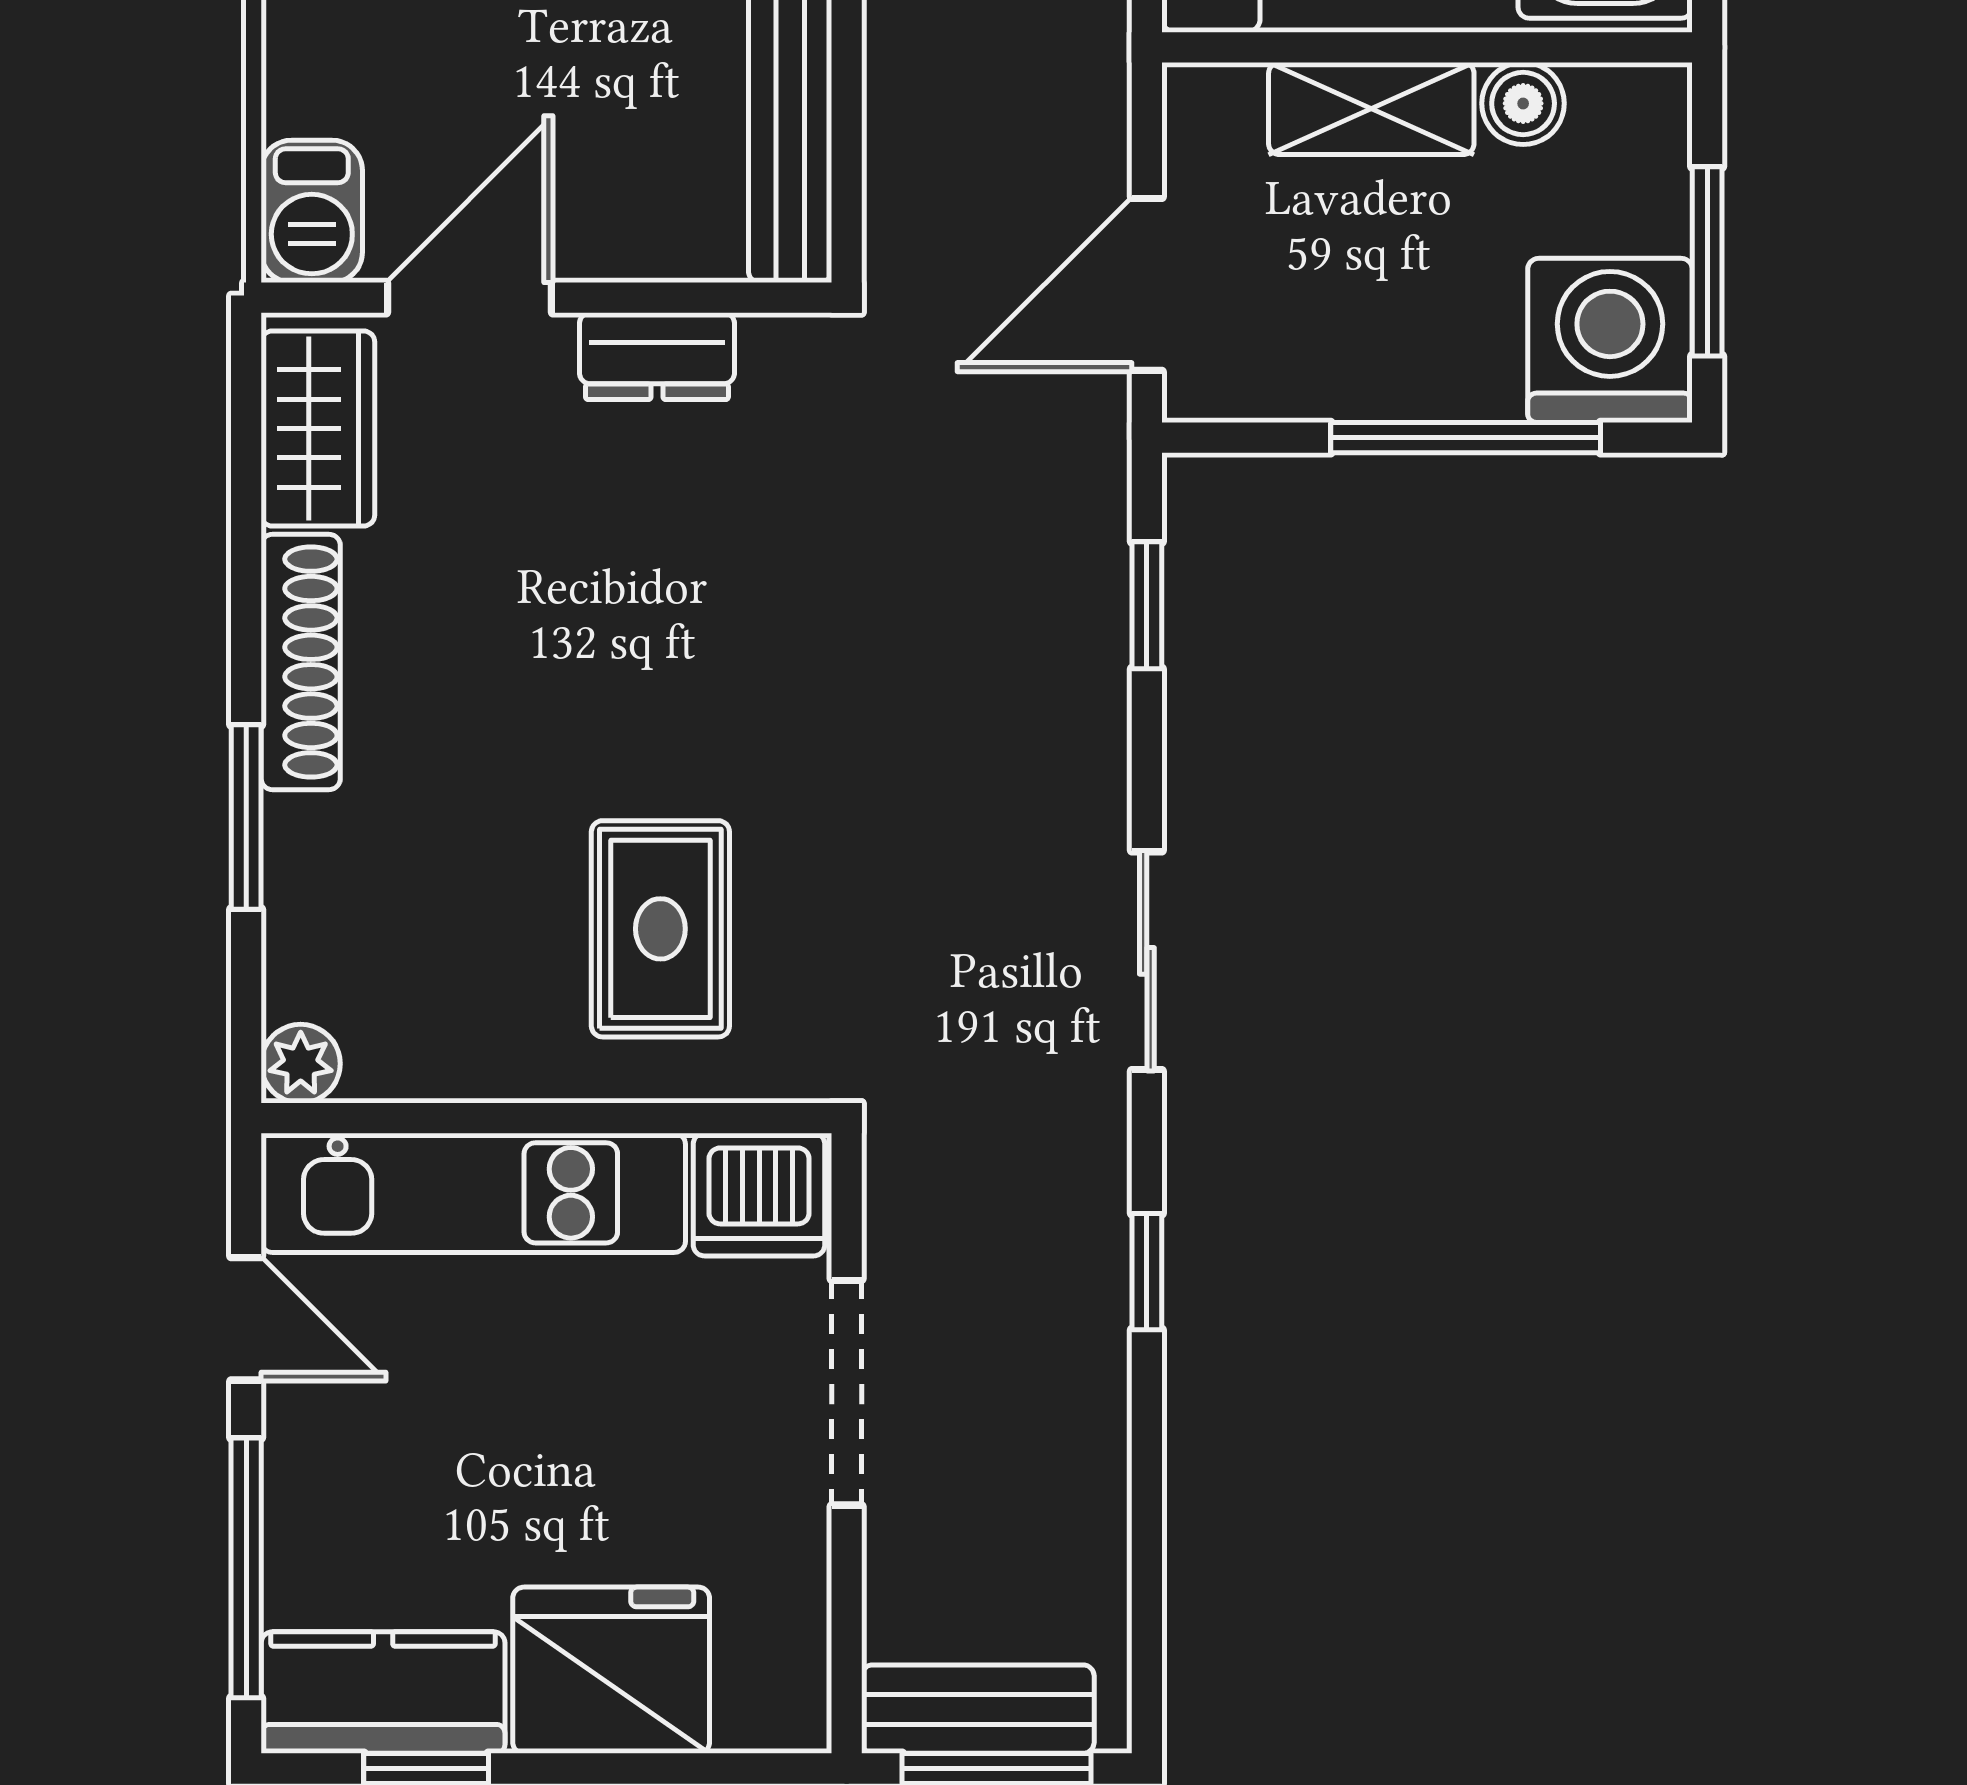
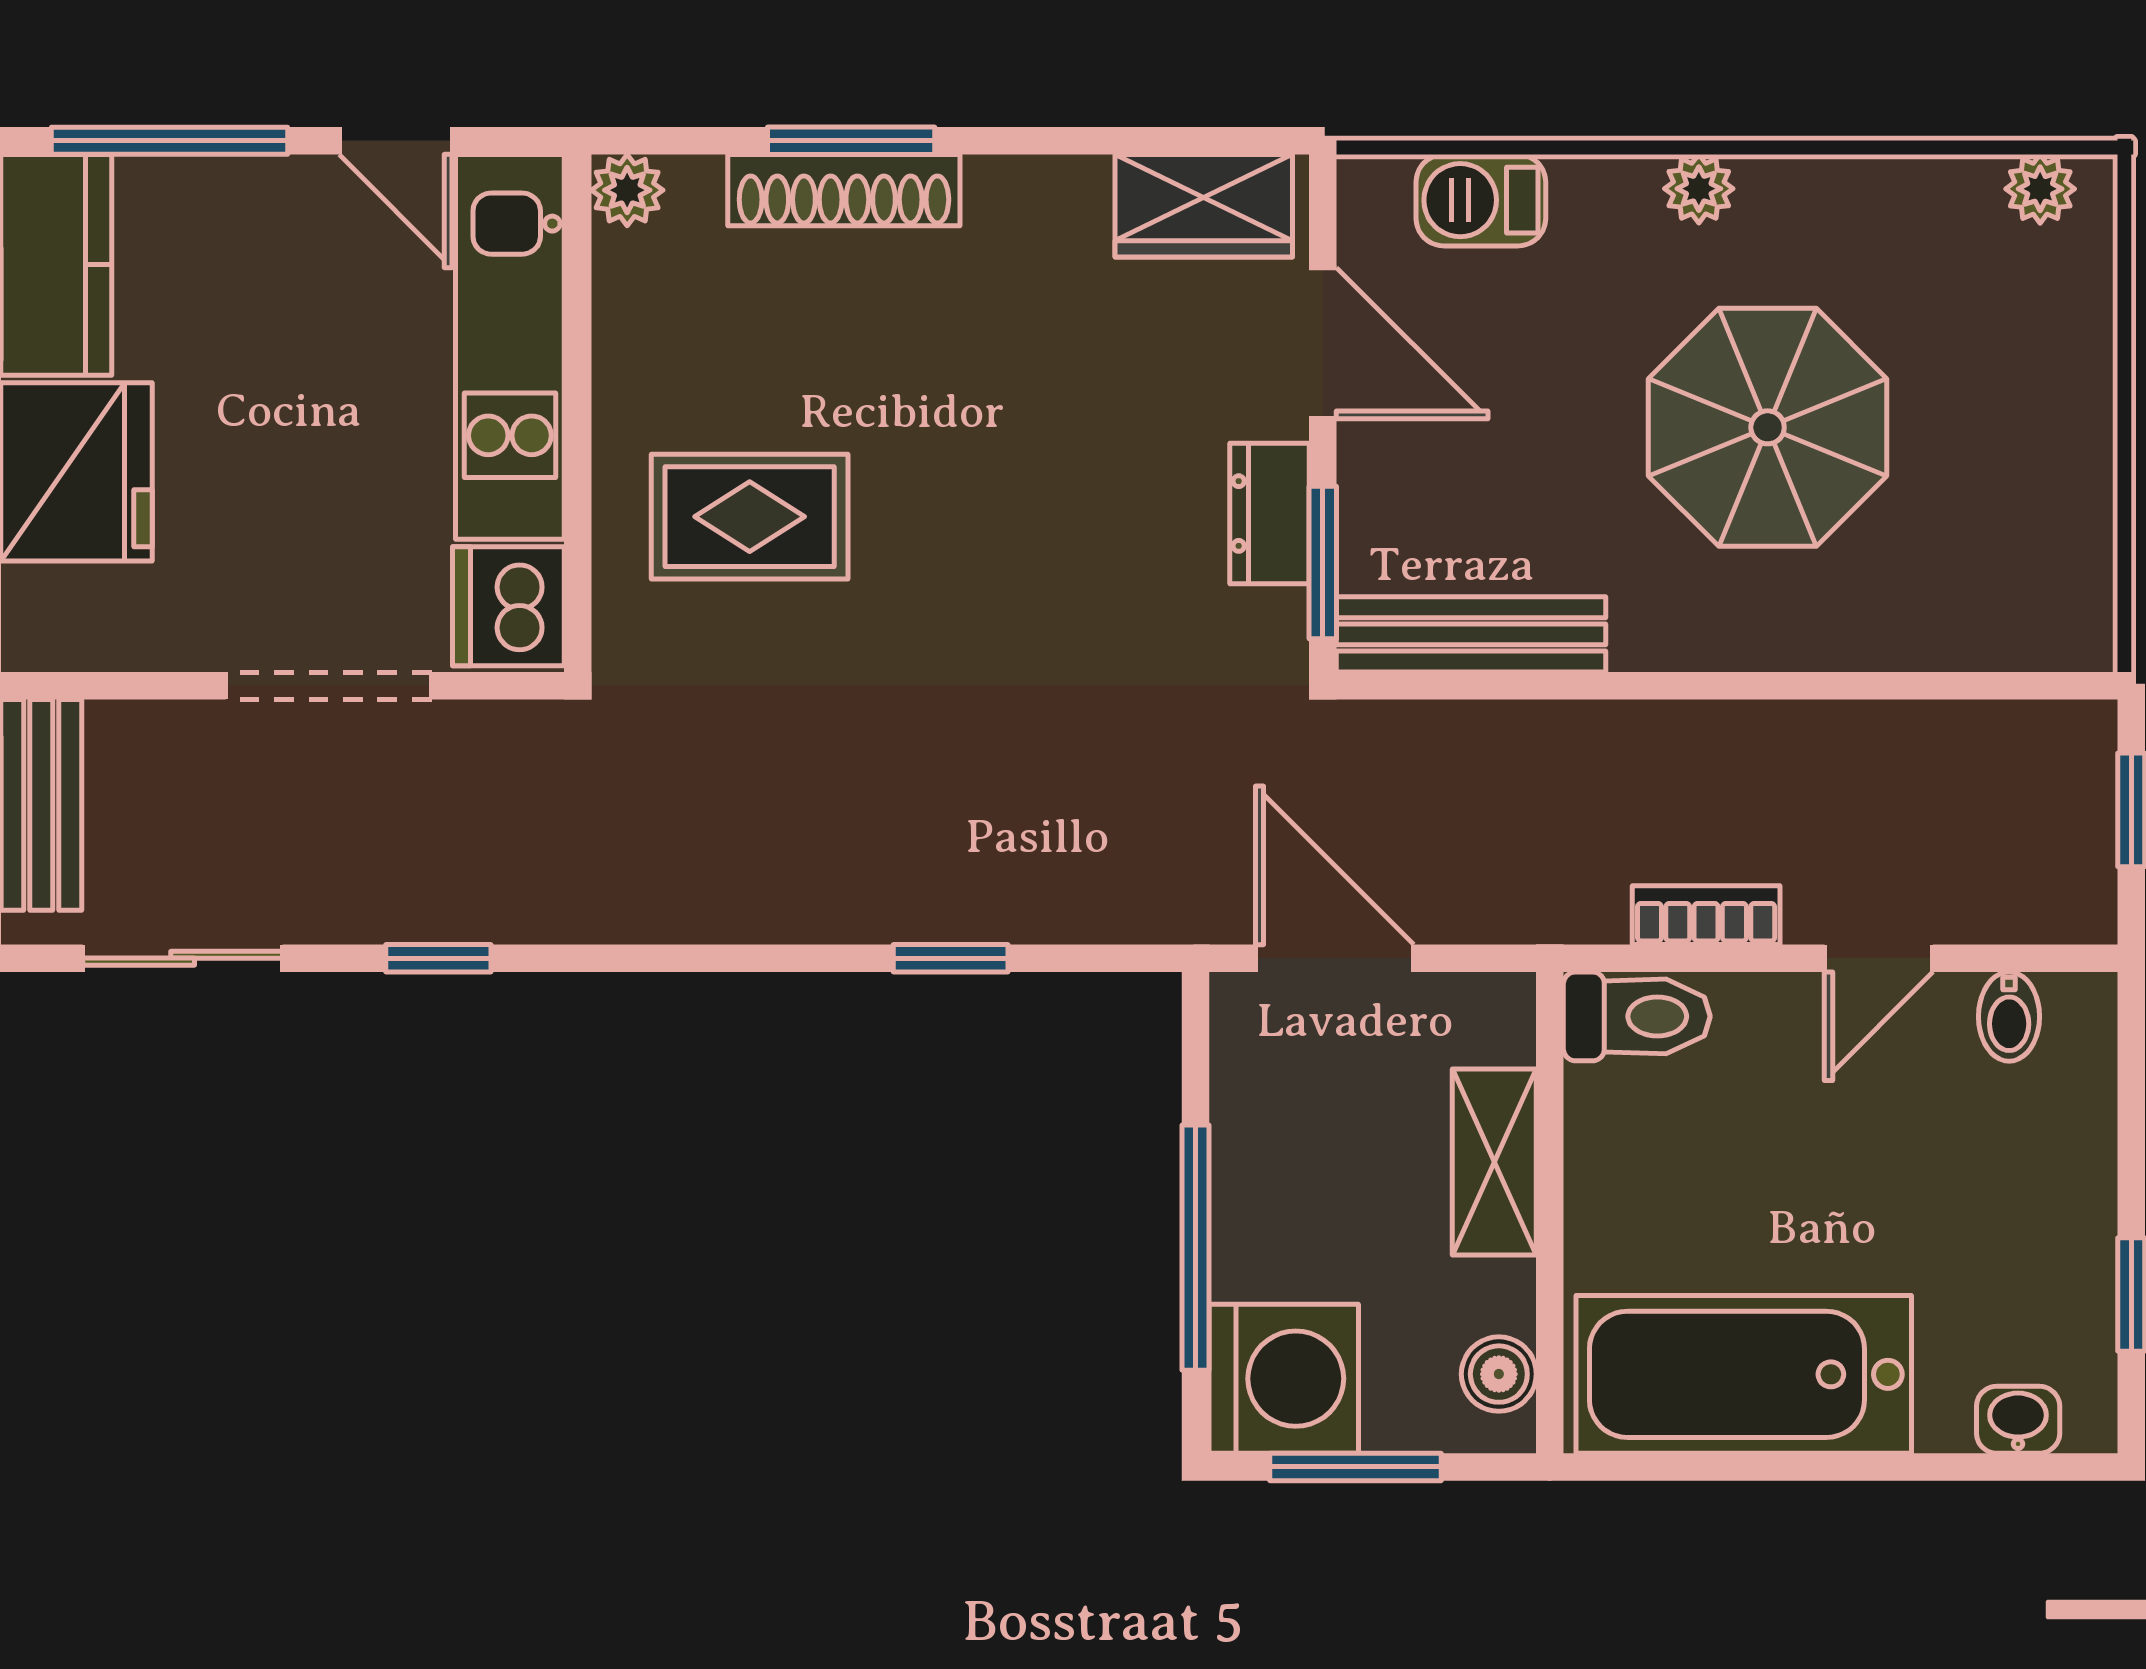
boiler: (1523, 103) -> (1499, 1374), moved
barbecue: (312, 211) -> (1481, 200), moved
window: (711, 298) -> (1323, 562), added
window: (1147, 605) -> (951, 958), moved
shoe rack: (301, 662) -> (844, 190), moved
sliding door: (1147, 961) -> (183, 958), moved
door: (246, 1319) -> (396, 141), hinge flipped

